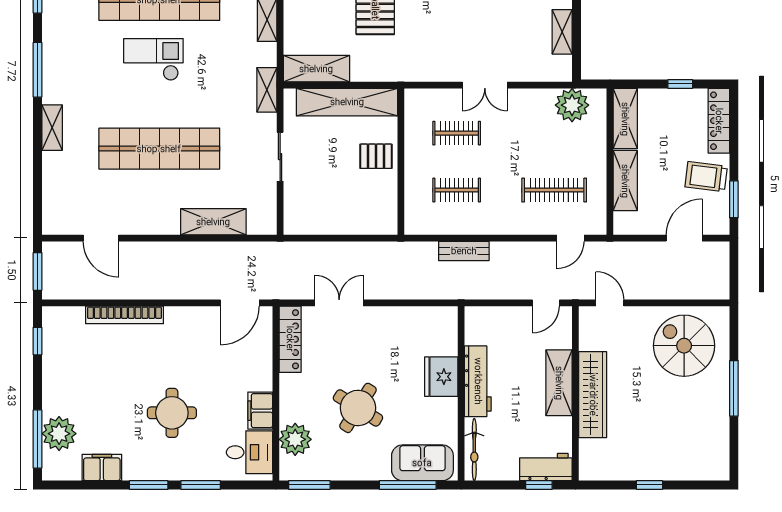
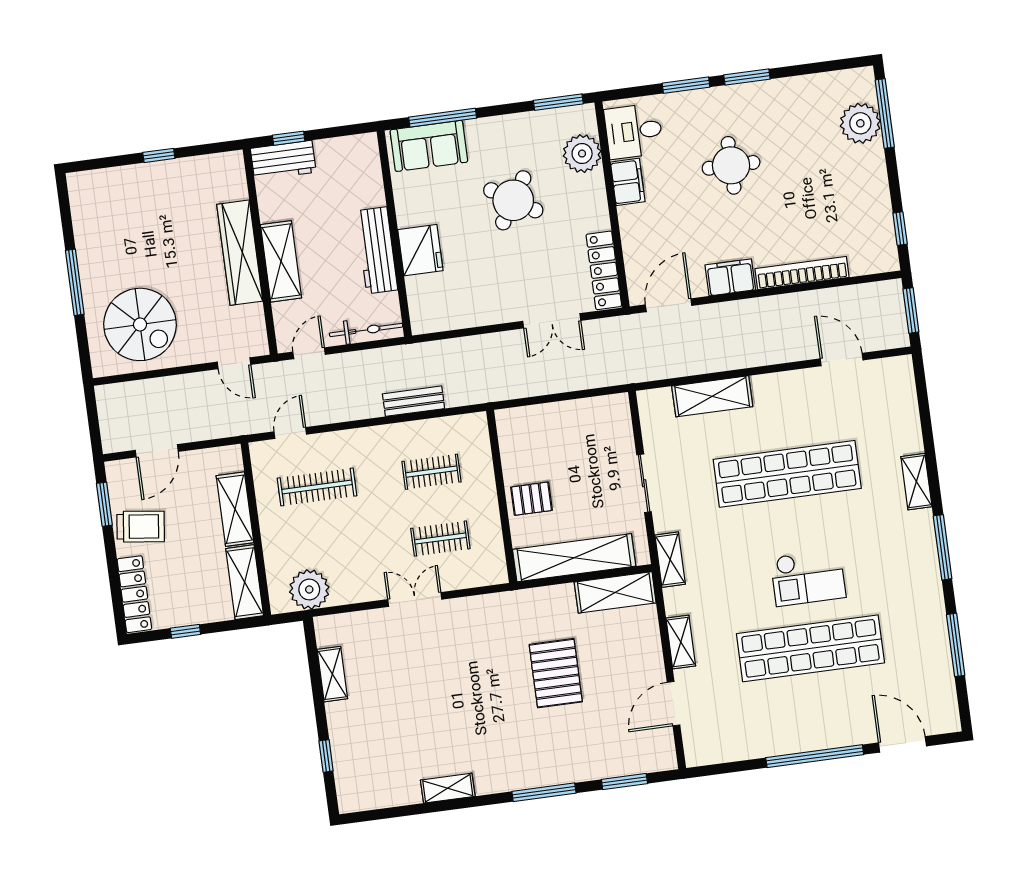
bicycle: (474, 450) -> (366, 330), moved, turned 90
filing cabinet: (102, 467) -> (730, 277), moved, turned 180

